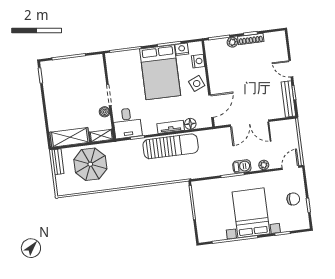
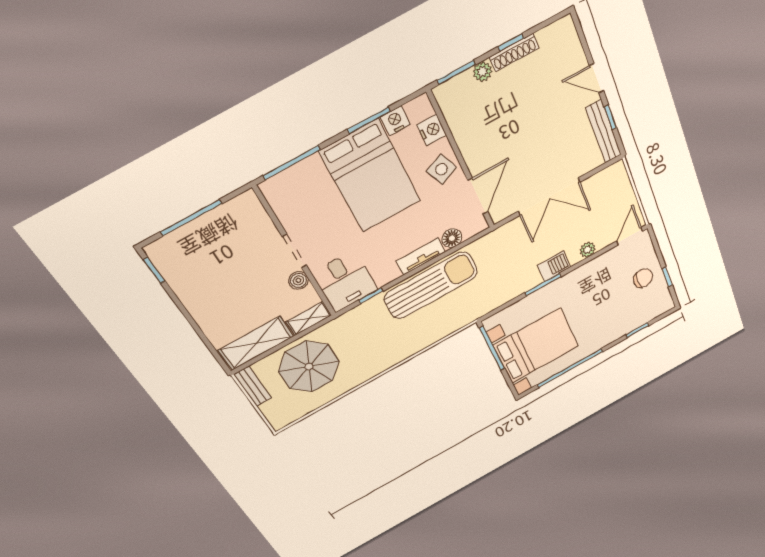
bed with nightstands: (251, 213) -> (536, 346), moved, turned 90

